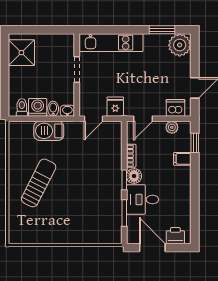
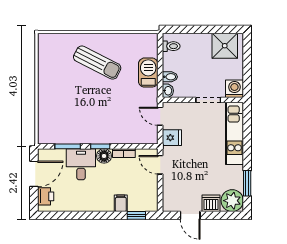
washing machine: (38, 107) -> (234, 89), moved, turned -90
dishwasher: (175, 108) -> (211, 203), moved, turned -90
plant: (172, 127) -> (152, 193), removed

